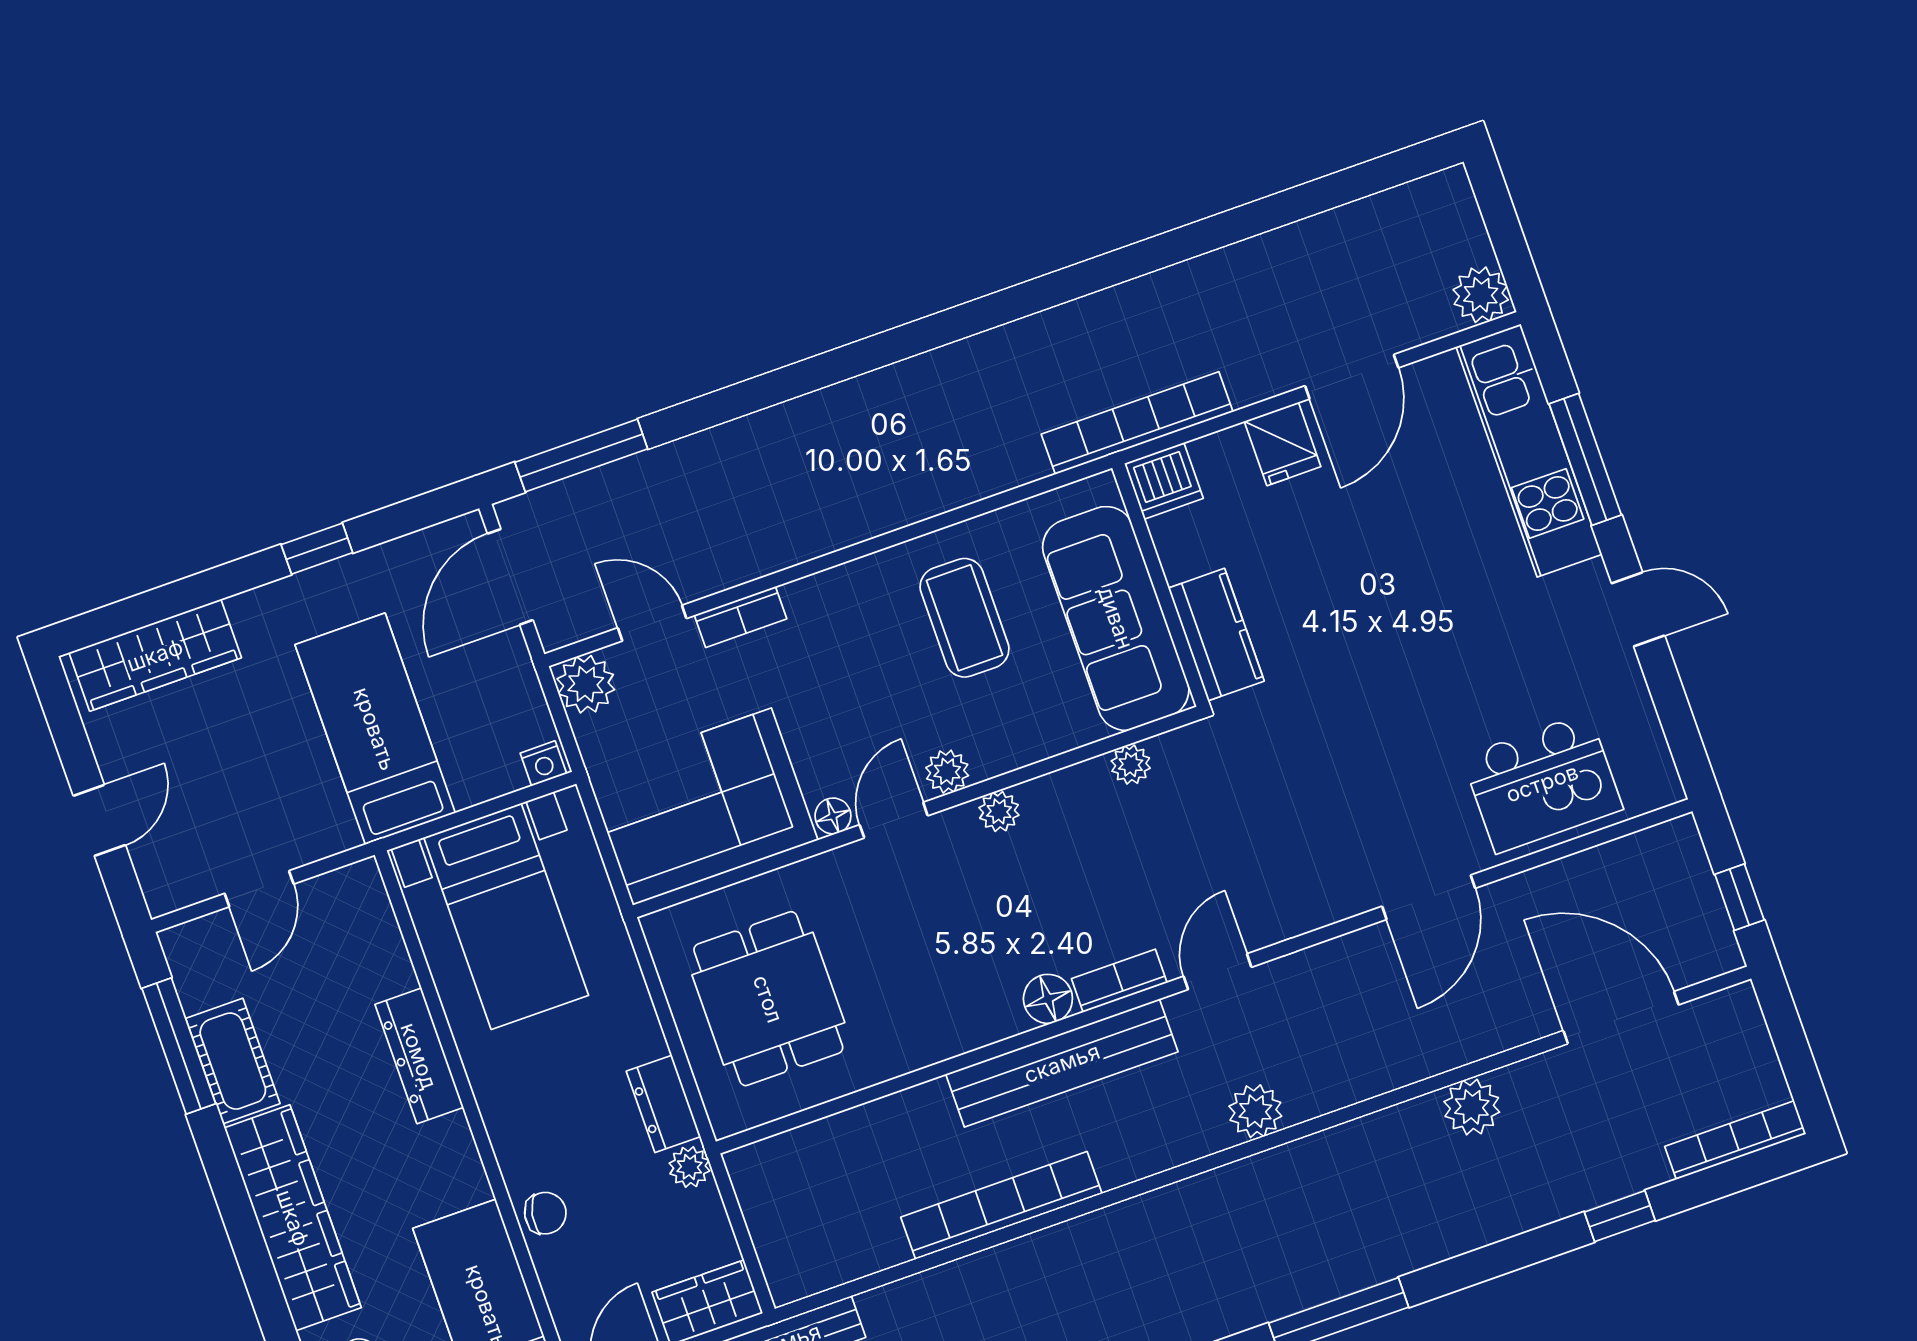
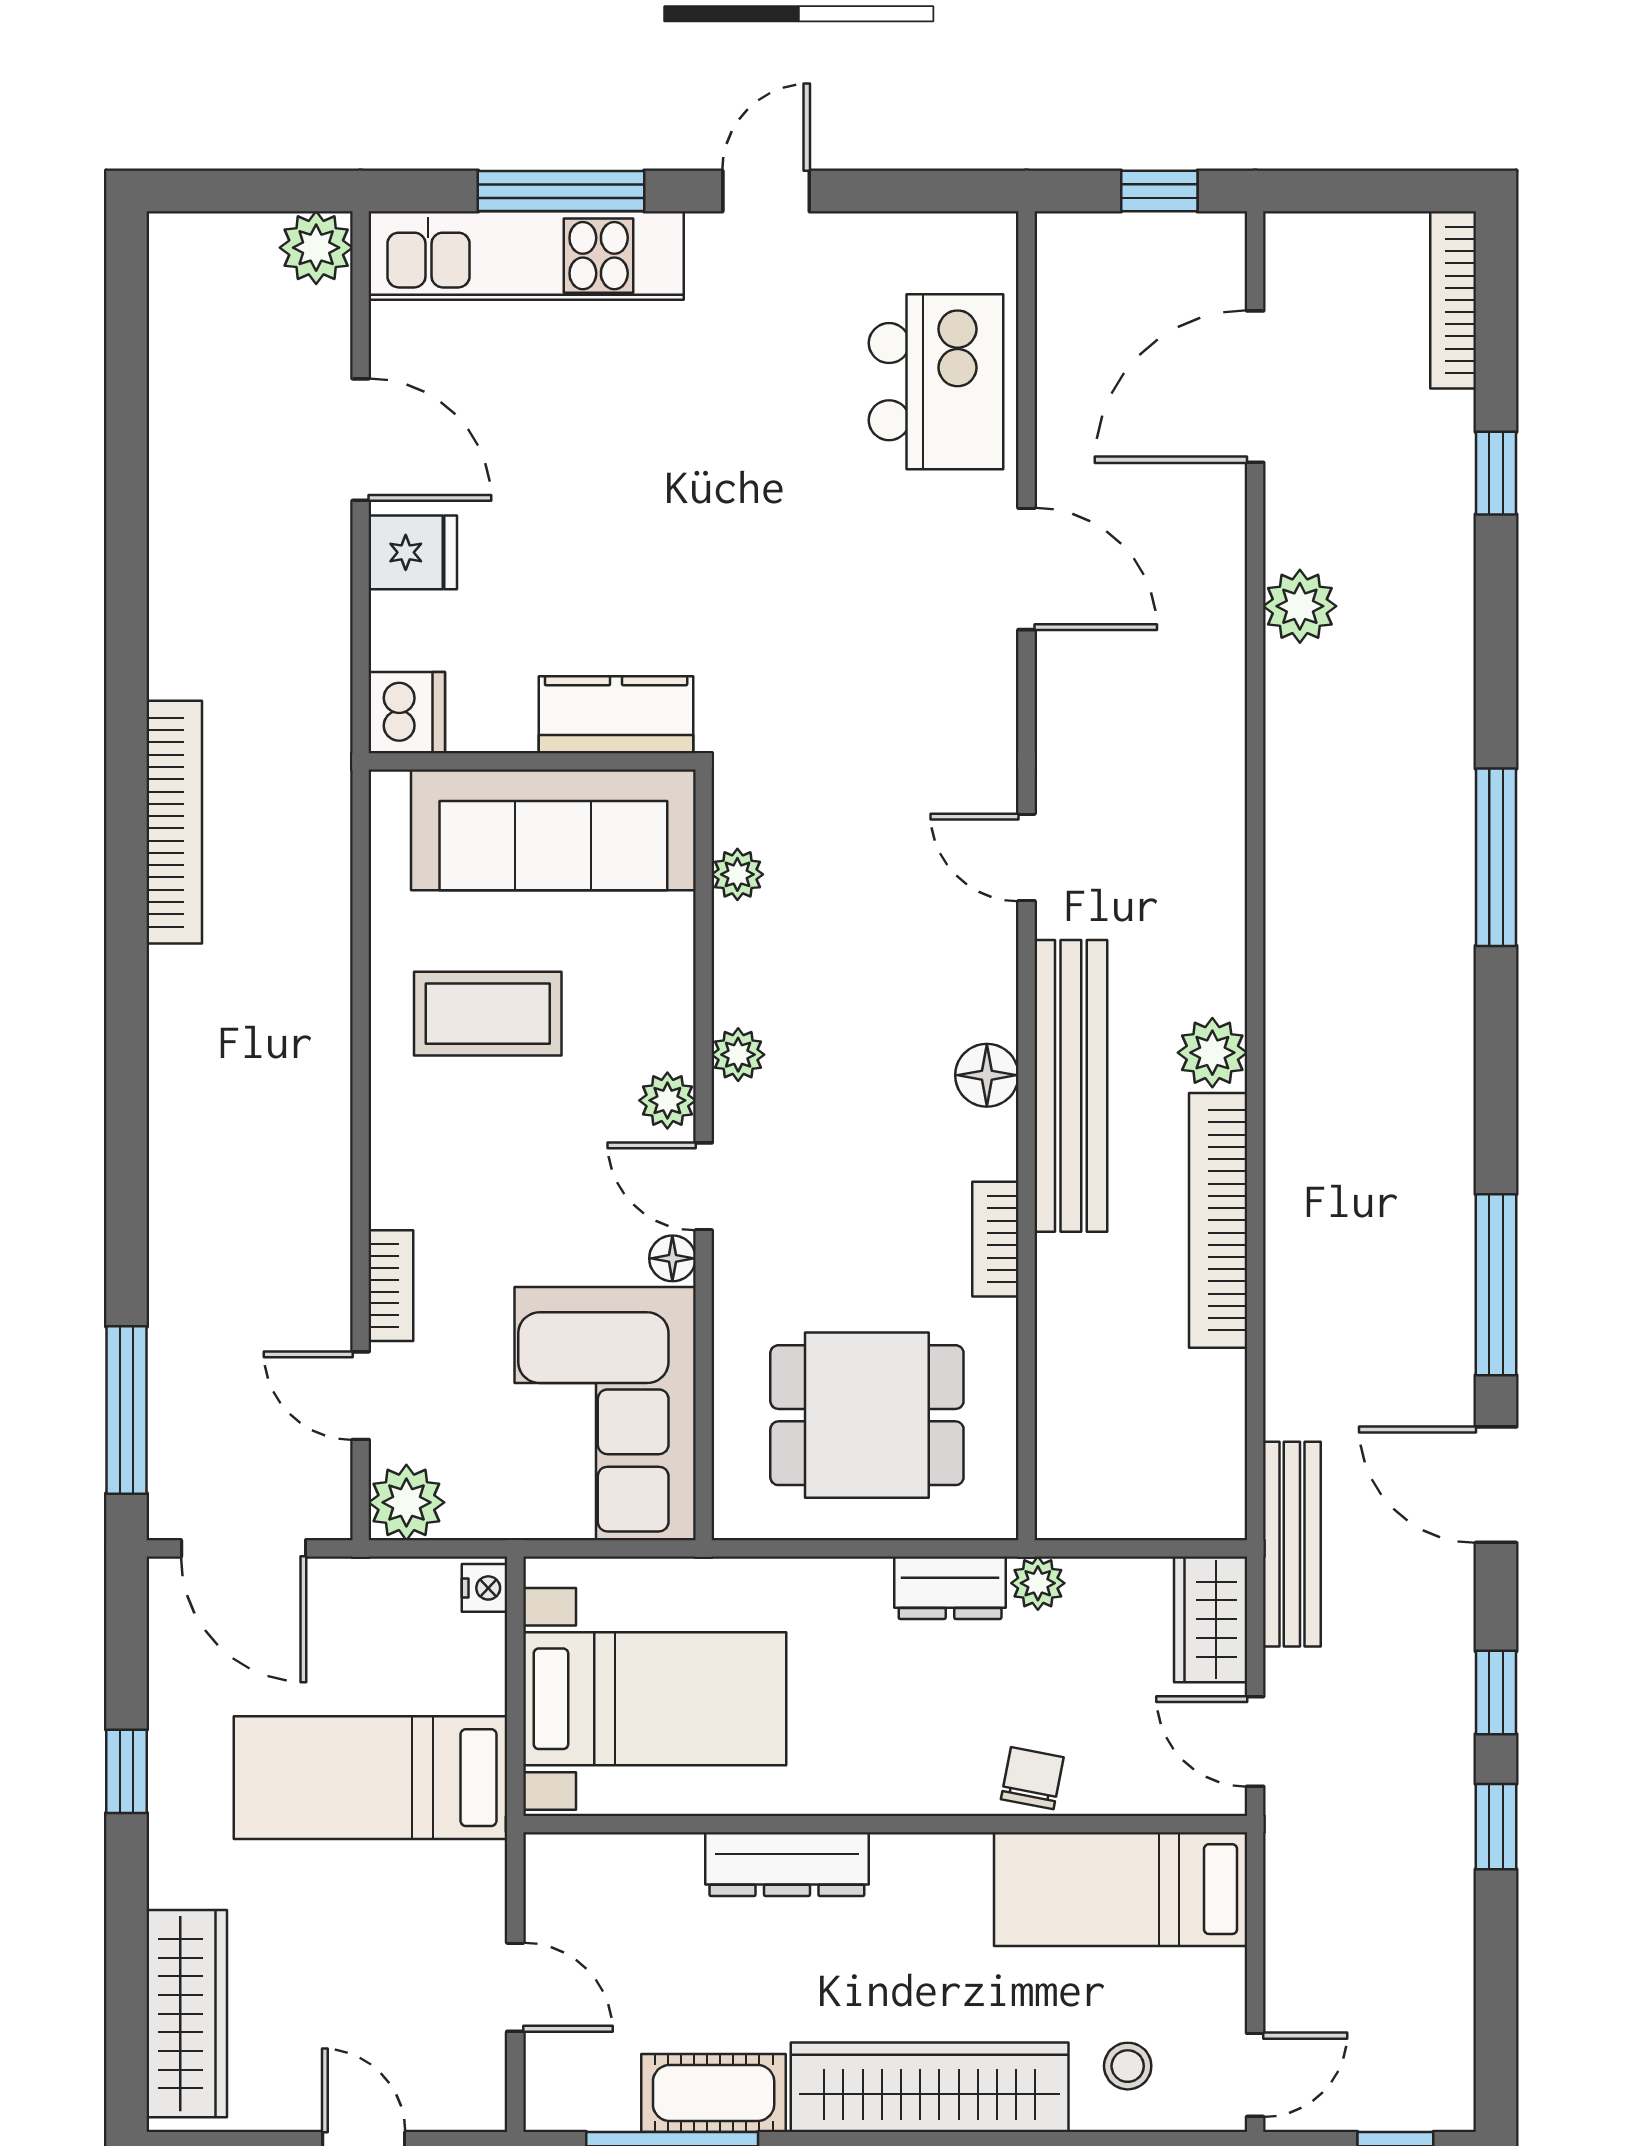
bookcase: (1137, 423) -> (174, 822), moved, turned 180
door: (652, 623) -> (361, 1396), hinge flipped
bookcase: (1119, 981) -> (995, 1239), moved
plant: (1255, 1111) -> (1212, 1053), moved

